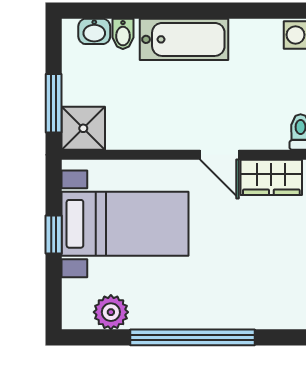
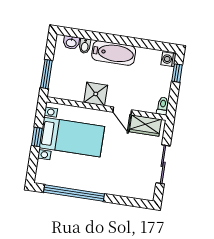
shower: (83, 128) -> (96, 94), moved
plant: (111, 312) -> (59, 178), removed
window: (193, 337) -> (74, 193), moved

